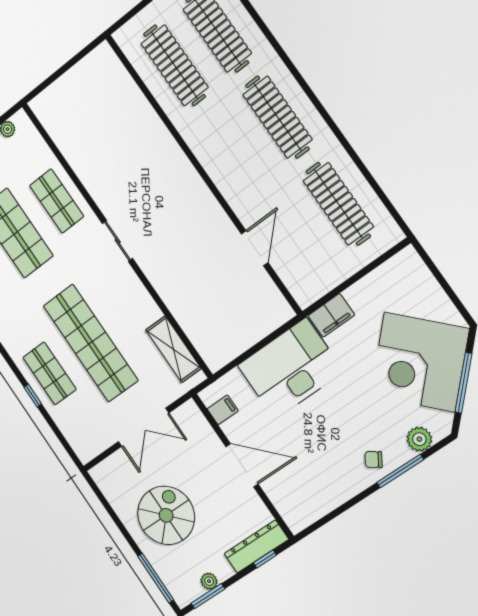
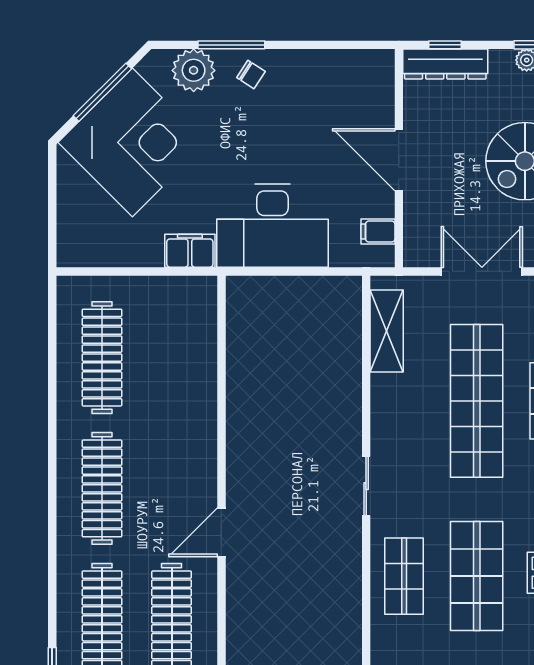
door: (255, 248) -> (221, 532), moved
plant: (419, 439) -> (194, 70), width x1.36, depth x1.36

